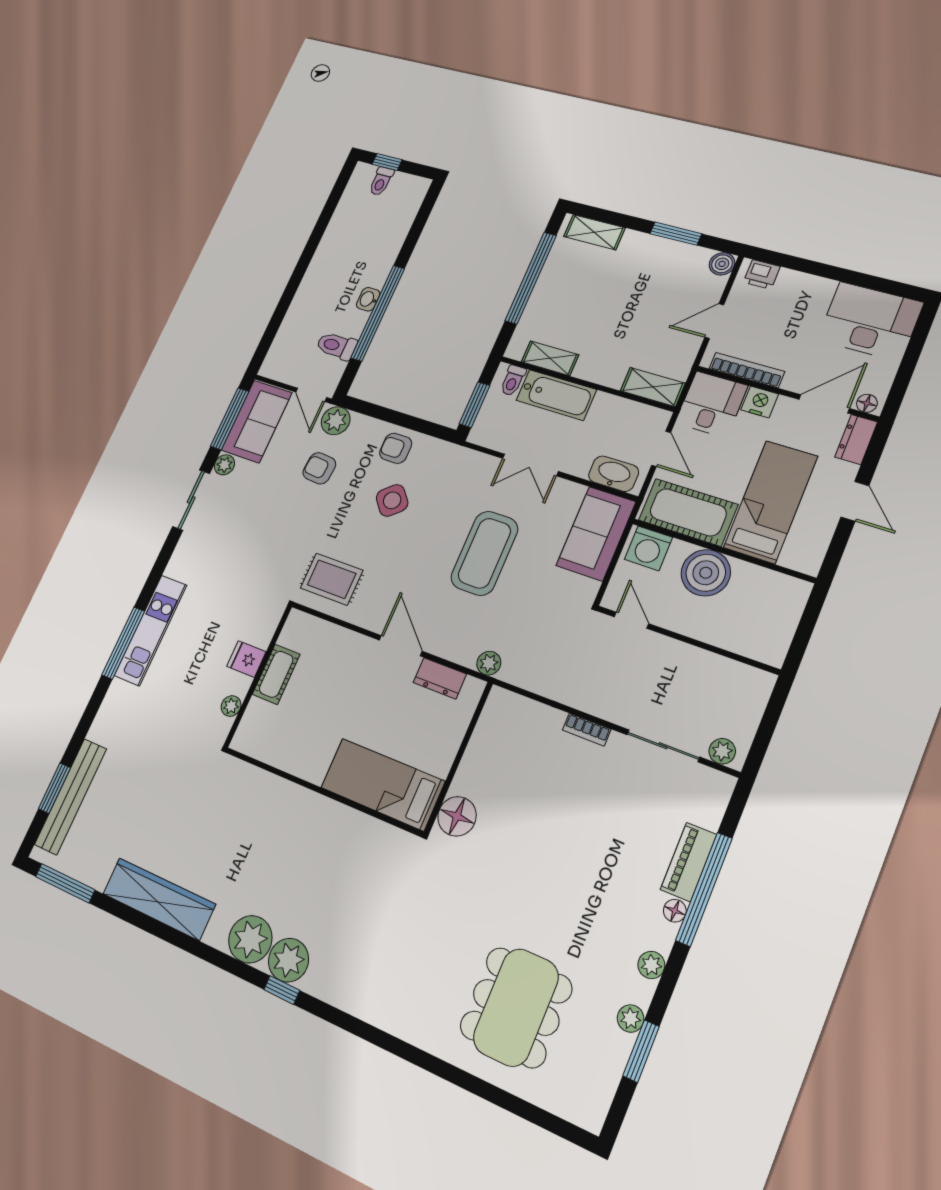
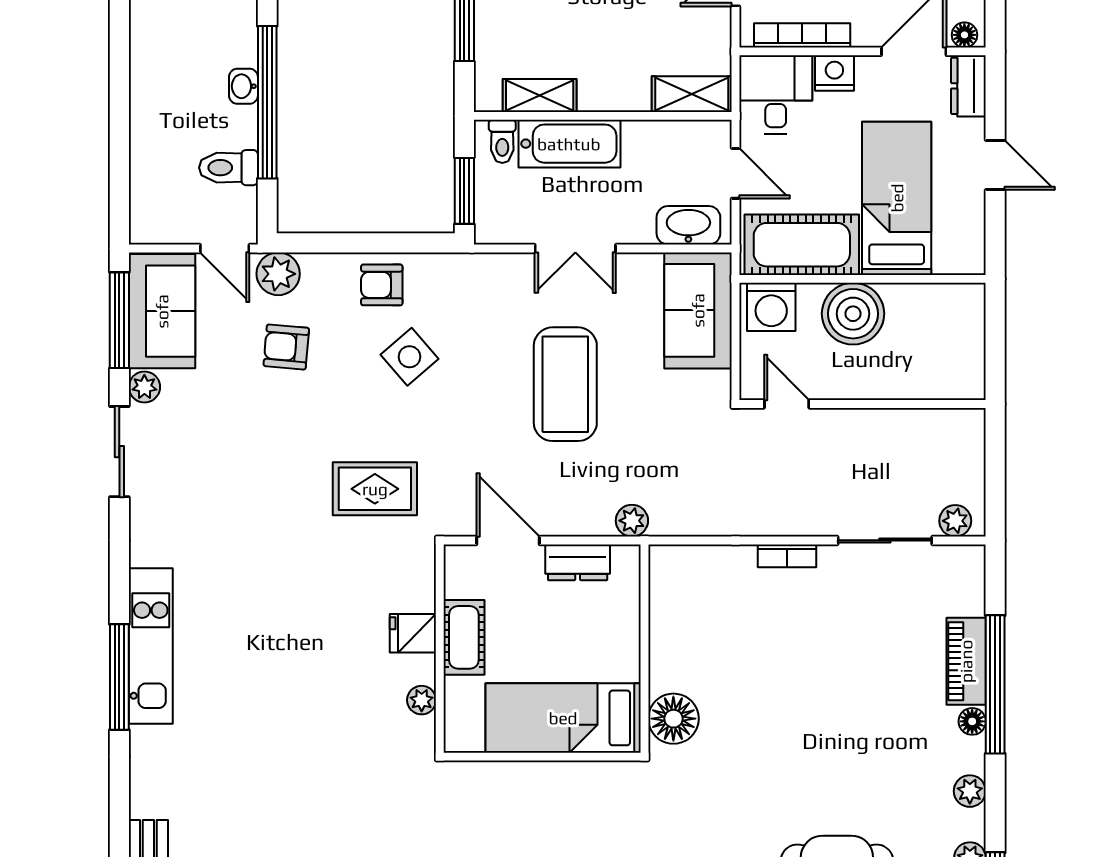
fridge: (246, 659) -> (413, 633), moved
cot: (276, 674) -> (464, 637), moved
wall: (258, 676) -> (440, 649), moved
plant: (231, 706) -> (422, 700), moved

